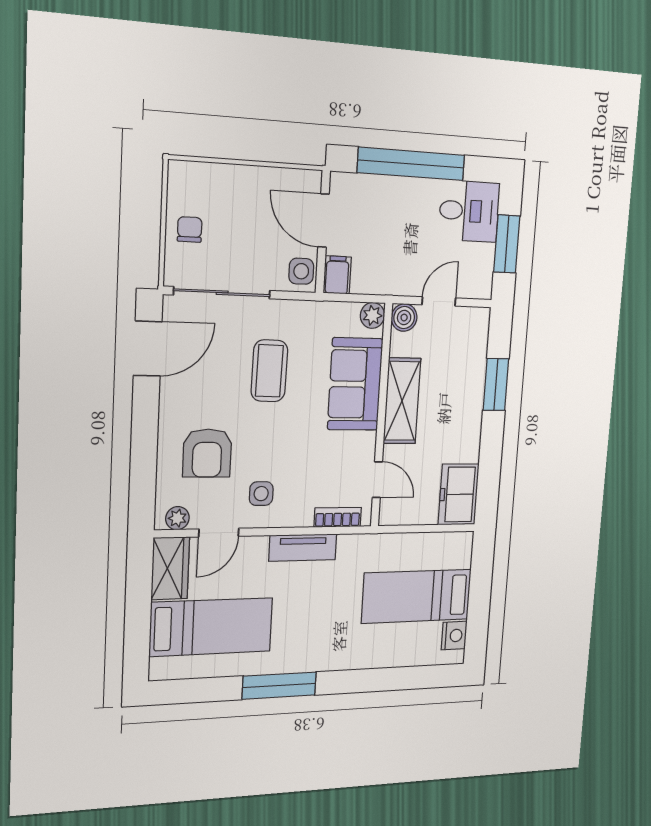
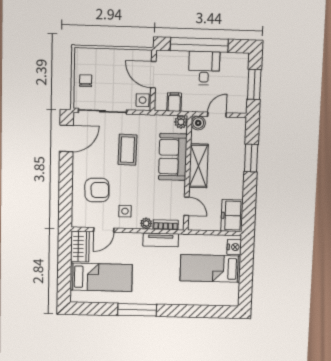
desk: (469, 211) -> (204, 68), moved, turned -90
filing cabinet: (337, 275) -> (174, 102), moved
armchair: (207, 453) -> (97, 190), turned -92
plant: (177, 518) -> (146, 223), moved
tv unit: (303, 548) -> (161, 240), moved
nightstand: (454, 636) -> (234, 247), moved

